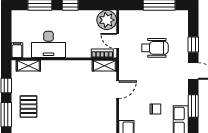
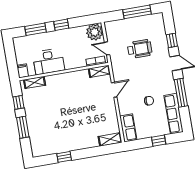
window: (193, 106) -> (181, 93), width x1.44
pallet: (29, 107) -> (41, 117), removed

